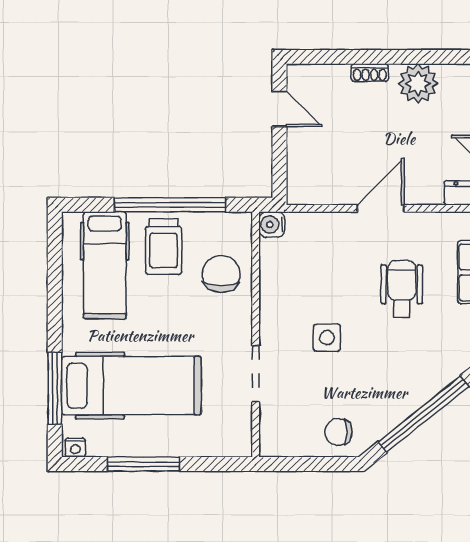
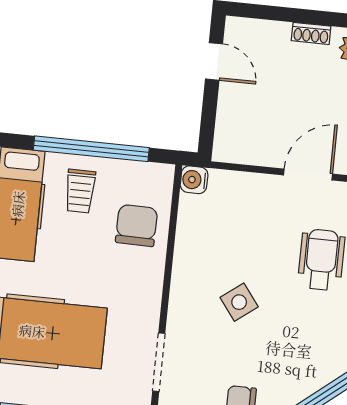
trolley: (164, 246) -> (80, 191), width x0.73, depth x0.72
side table: (327, 338) -> (239, 302), turned -37
doorway: (256, 374) -> (159, 362), moved

